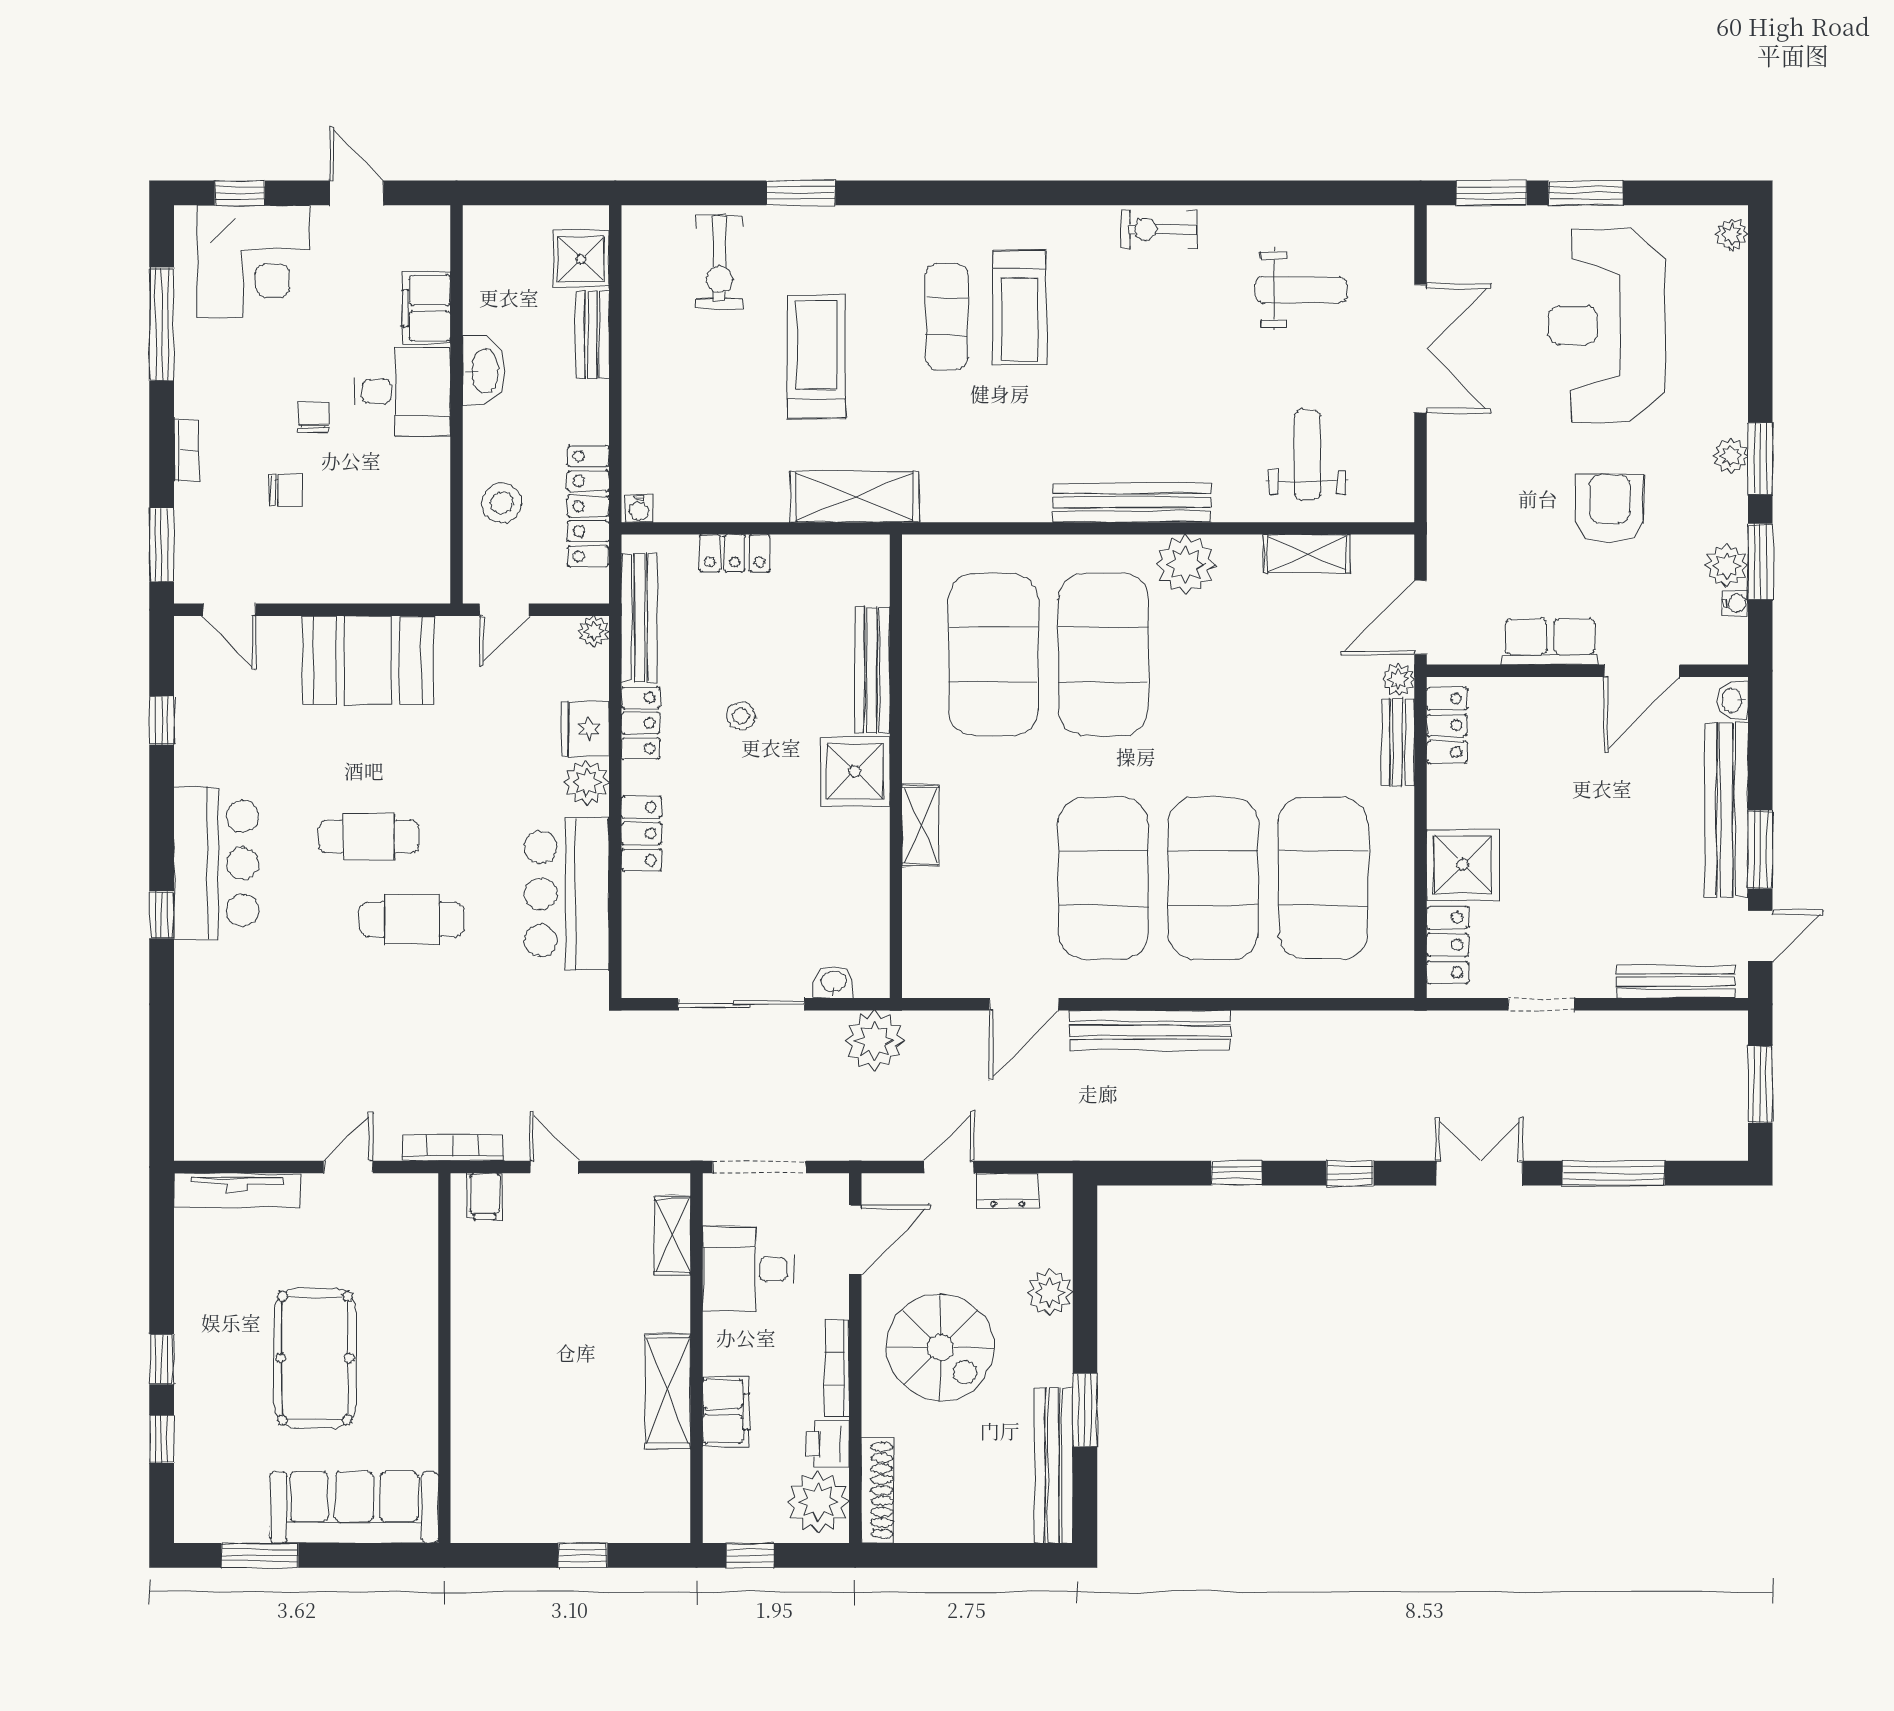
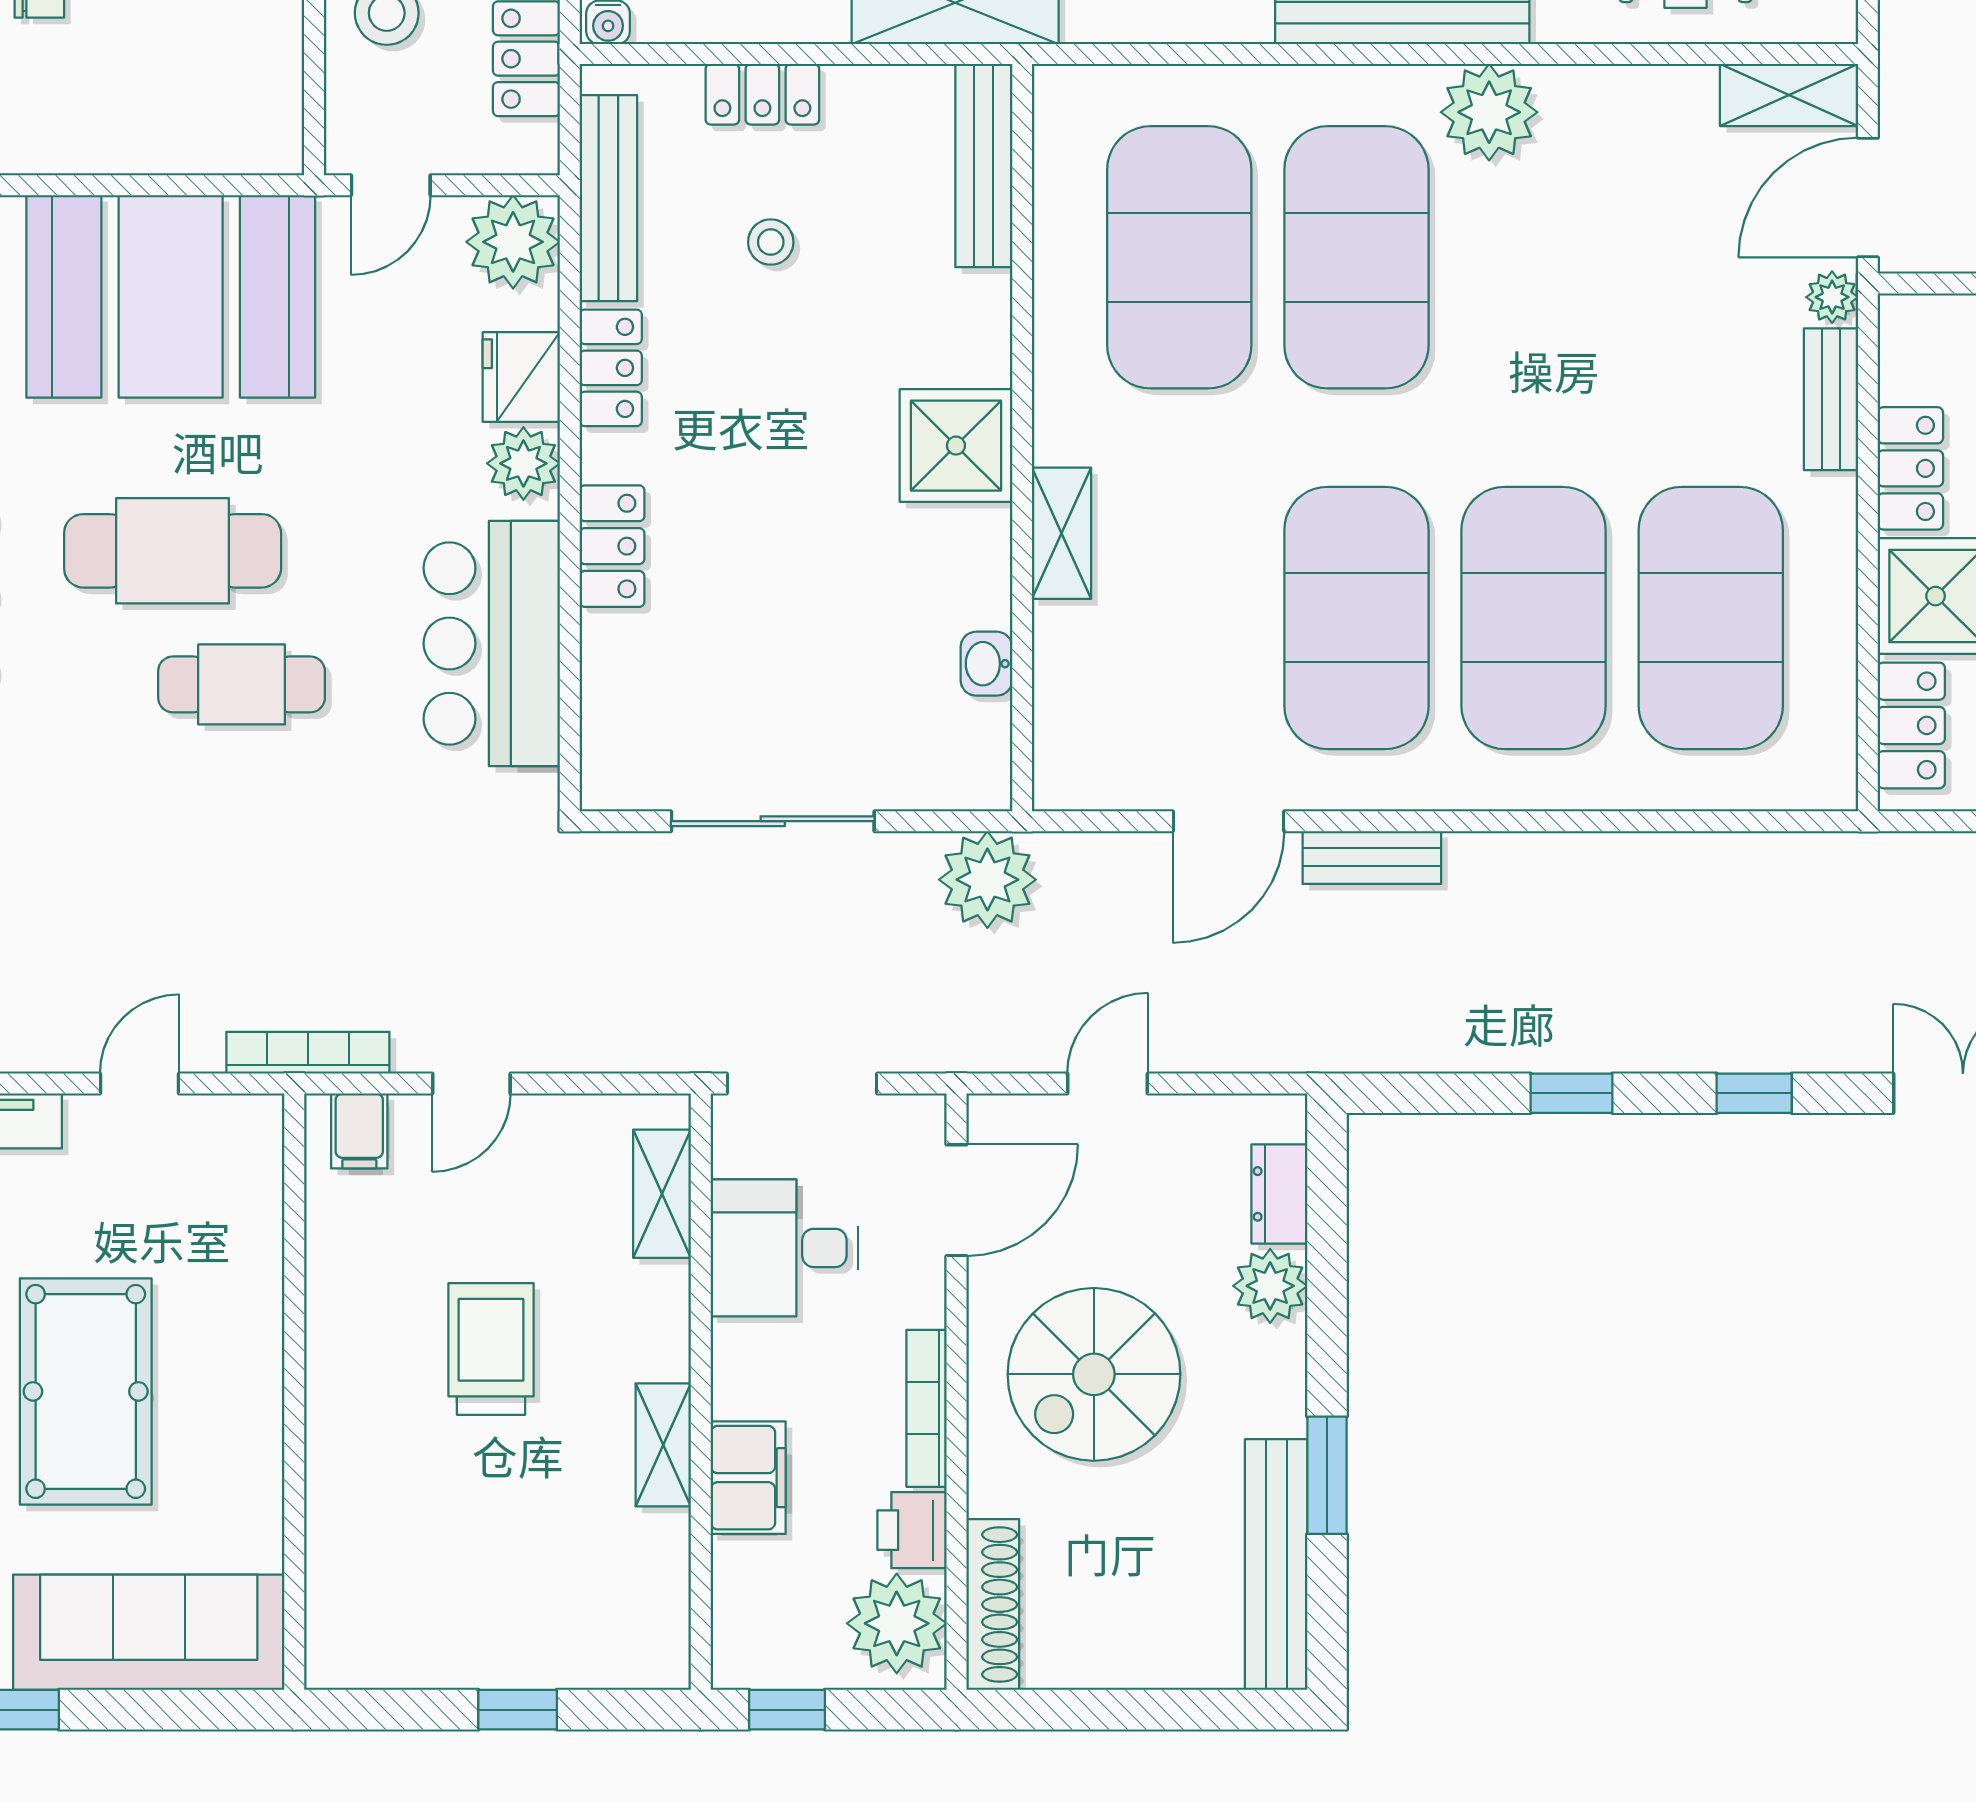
shelving: (1307, 554) -> (1789, 95), moved
plant: (594, 631) -> (513, 242), width x1.88, depth x1.88
booth: (368, 660) -> (171, 296), width x1.36, depth x1.42
bench: (872, 670) -> (984, 166), moved
stool: (741, 716) -> (771, 242), moved
locker: (1447, 725) -> (1910, 468), moved
cafe table: (369, 837) -> (173, 551), width x1.37, depth x1.35
washbasin: (833, 982) -> (986, 664), moved, turned -90
bench: (1150, 1030) -> (1372, 857), width x0.54, depth x0.82
door: (554, 1167) -> (471, 1083), swing flipped
dresser: (1008, 1190) -> (1279, 1194), moved, turned 90
trolley: (566, 1332) -> (491, 1349), added
spiral stairs: (940, 1347) -> (1094, 1374), turned 90
shelving: (668, 1391) -> (663, 1445), width x0.67, depth x0.75

